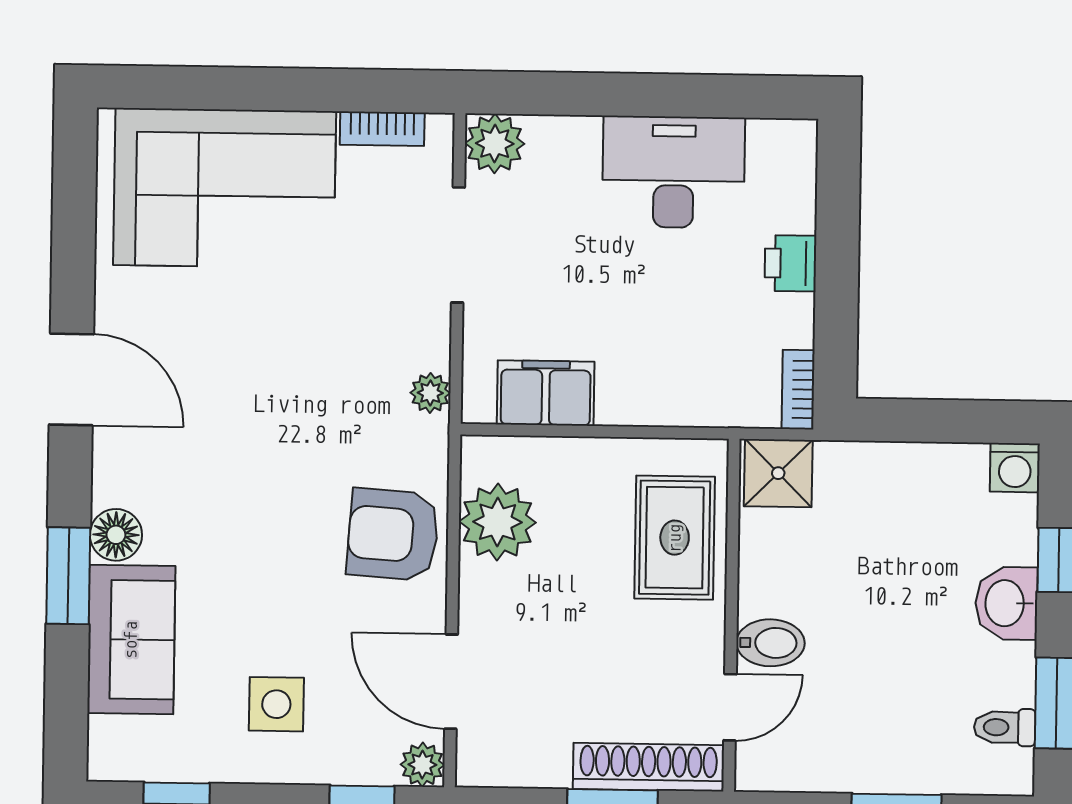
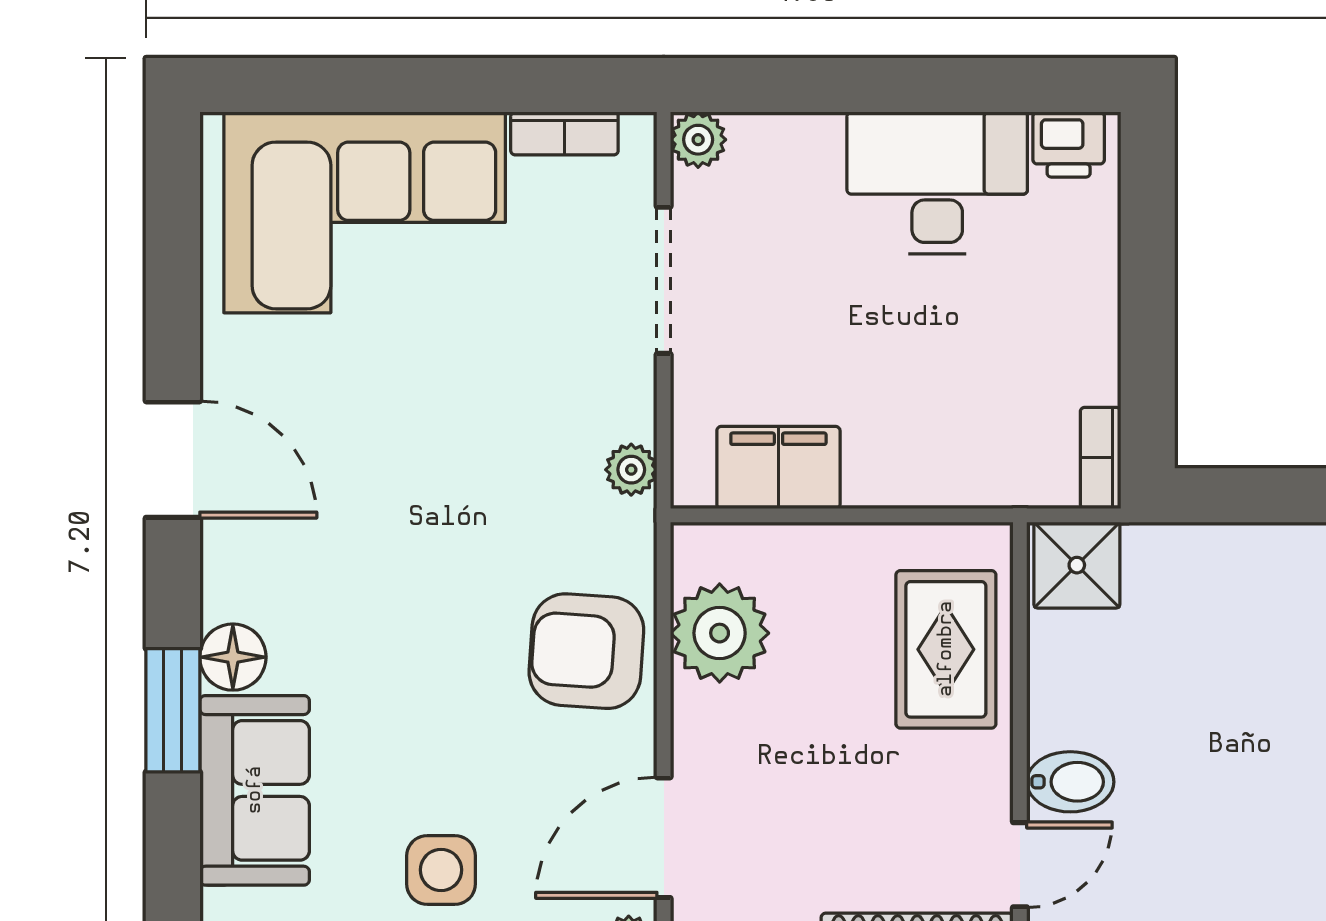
plant: (495, 143) -> (698, 140), width x0.73, depth x0.73
printer: (790, 263) -> (1069, 144), moved, turned -90
door: (451, 682) -> (664, 838), hinge flipped

